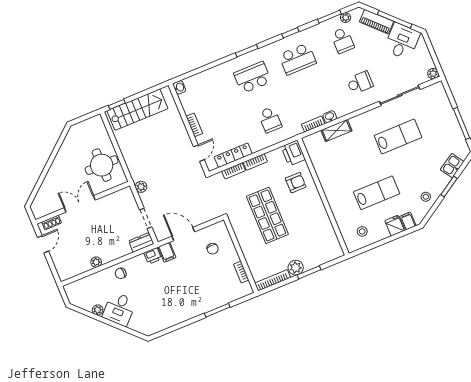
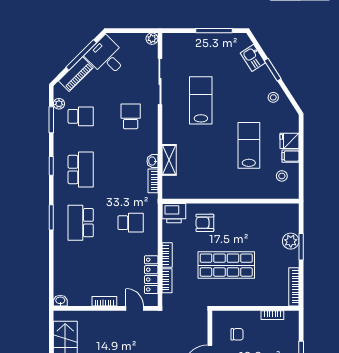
armchair: (296, 183) -> (205, 223), turned -90
filing cabinet: (408, 221) -> (290, 156), moved
plant: (296, 268) -> (291, 241), moved

